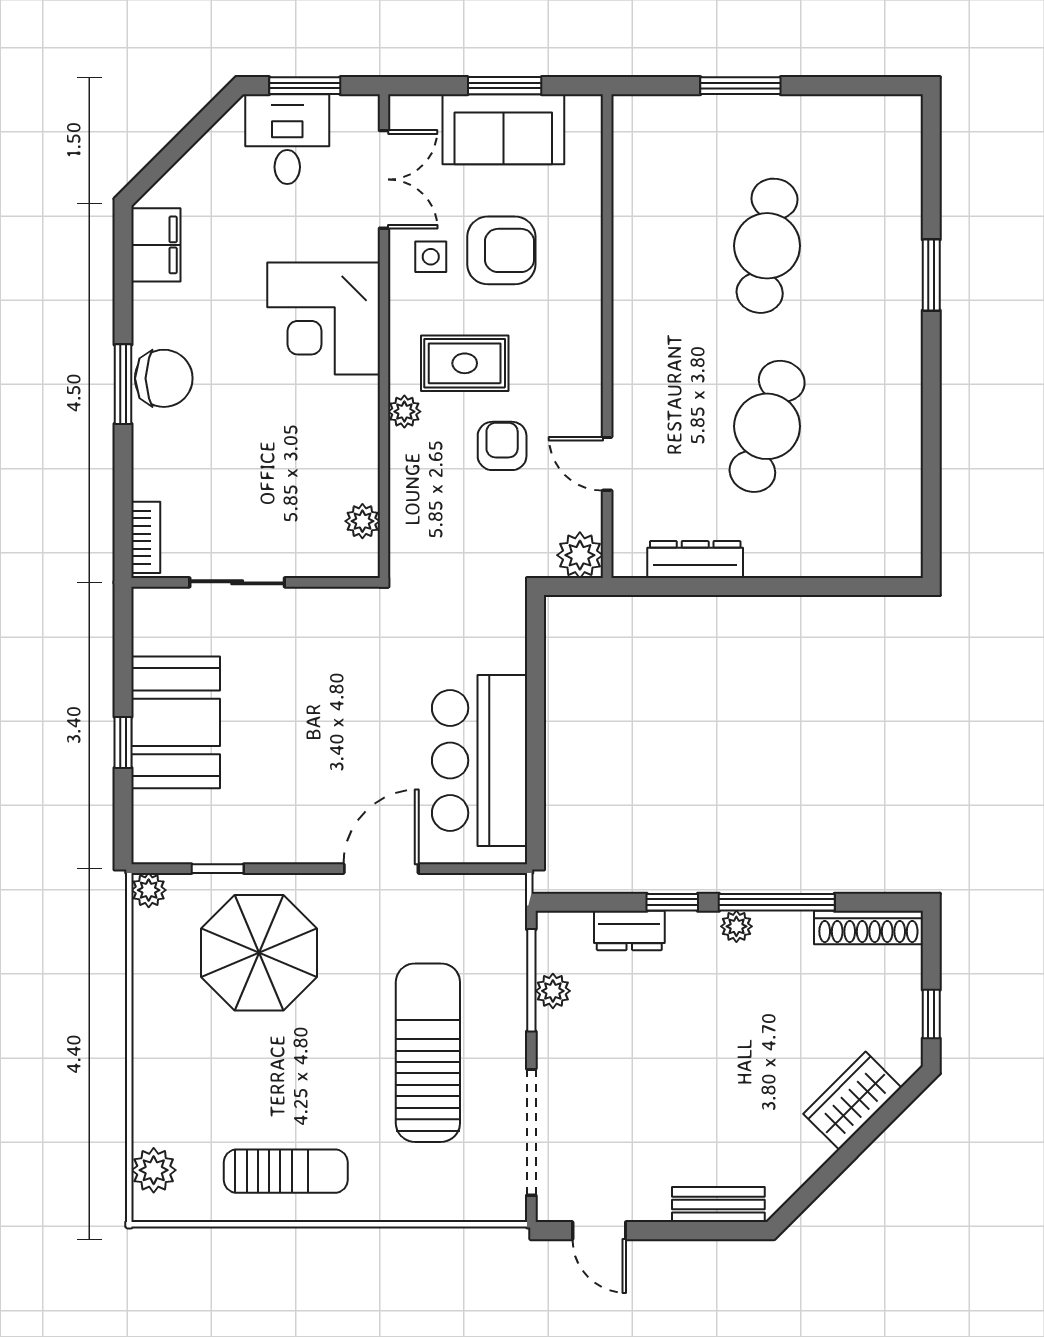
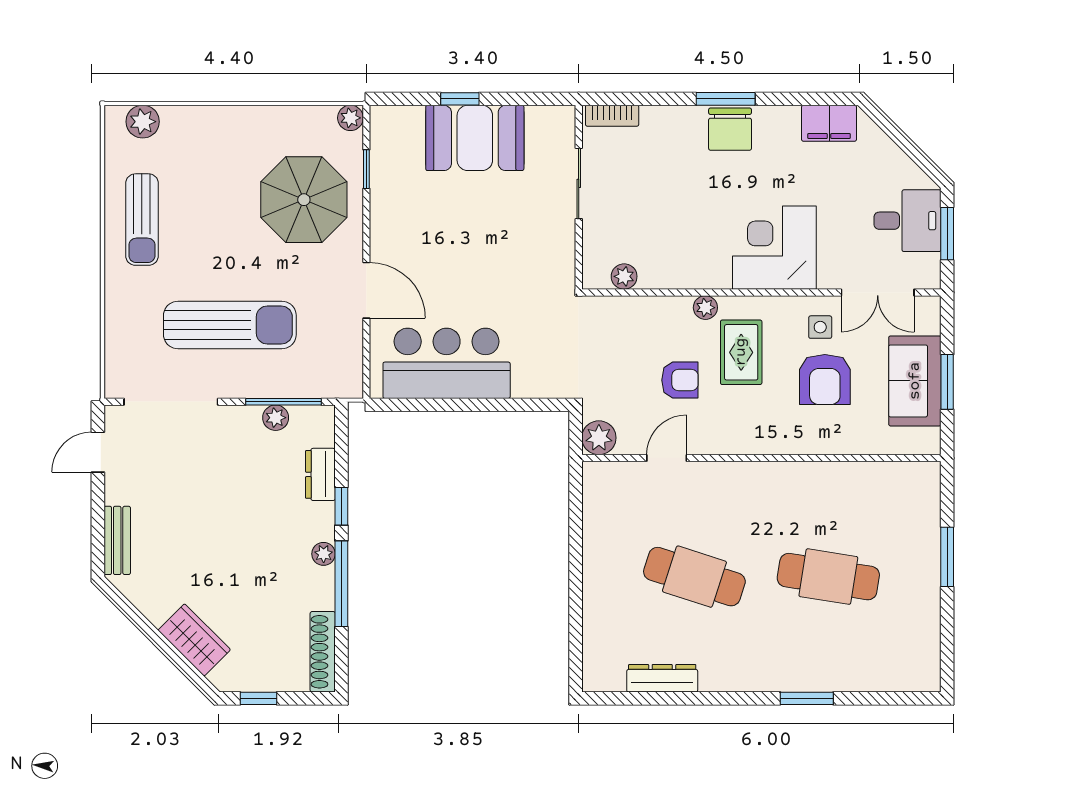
dresser: (695, 559) -> (662, 678), moved, turned -90

